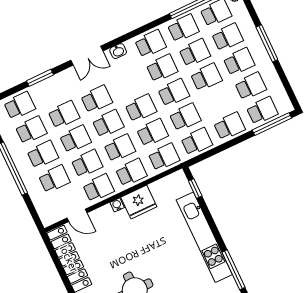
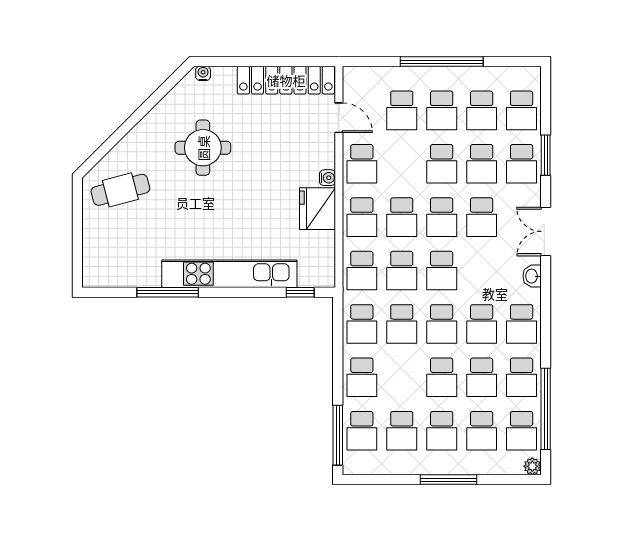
school desk: (87, 163) -> (522, 164), moved
door: (77, 215) -> (339, 118), swing flipped

